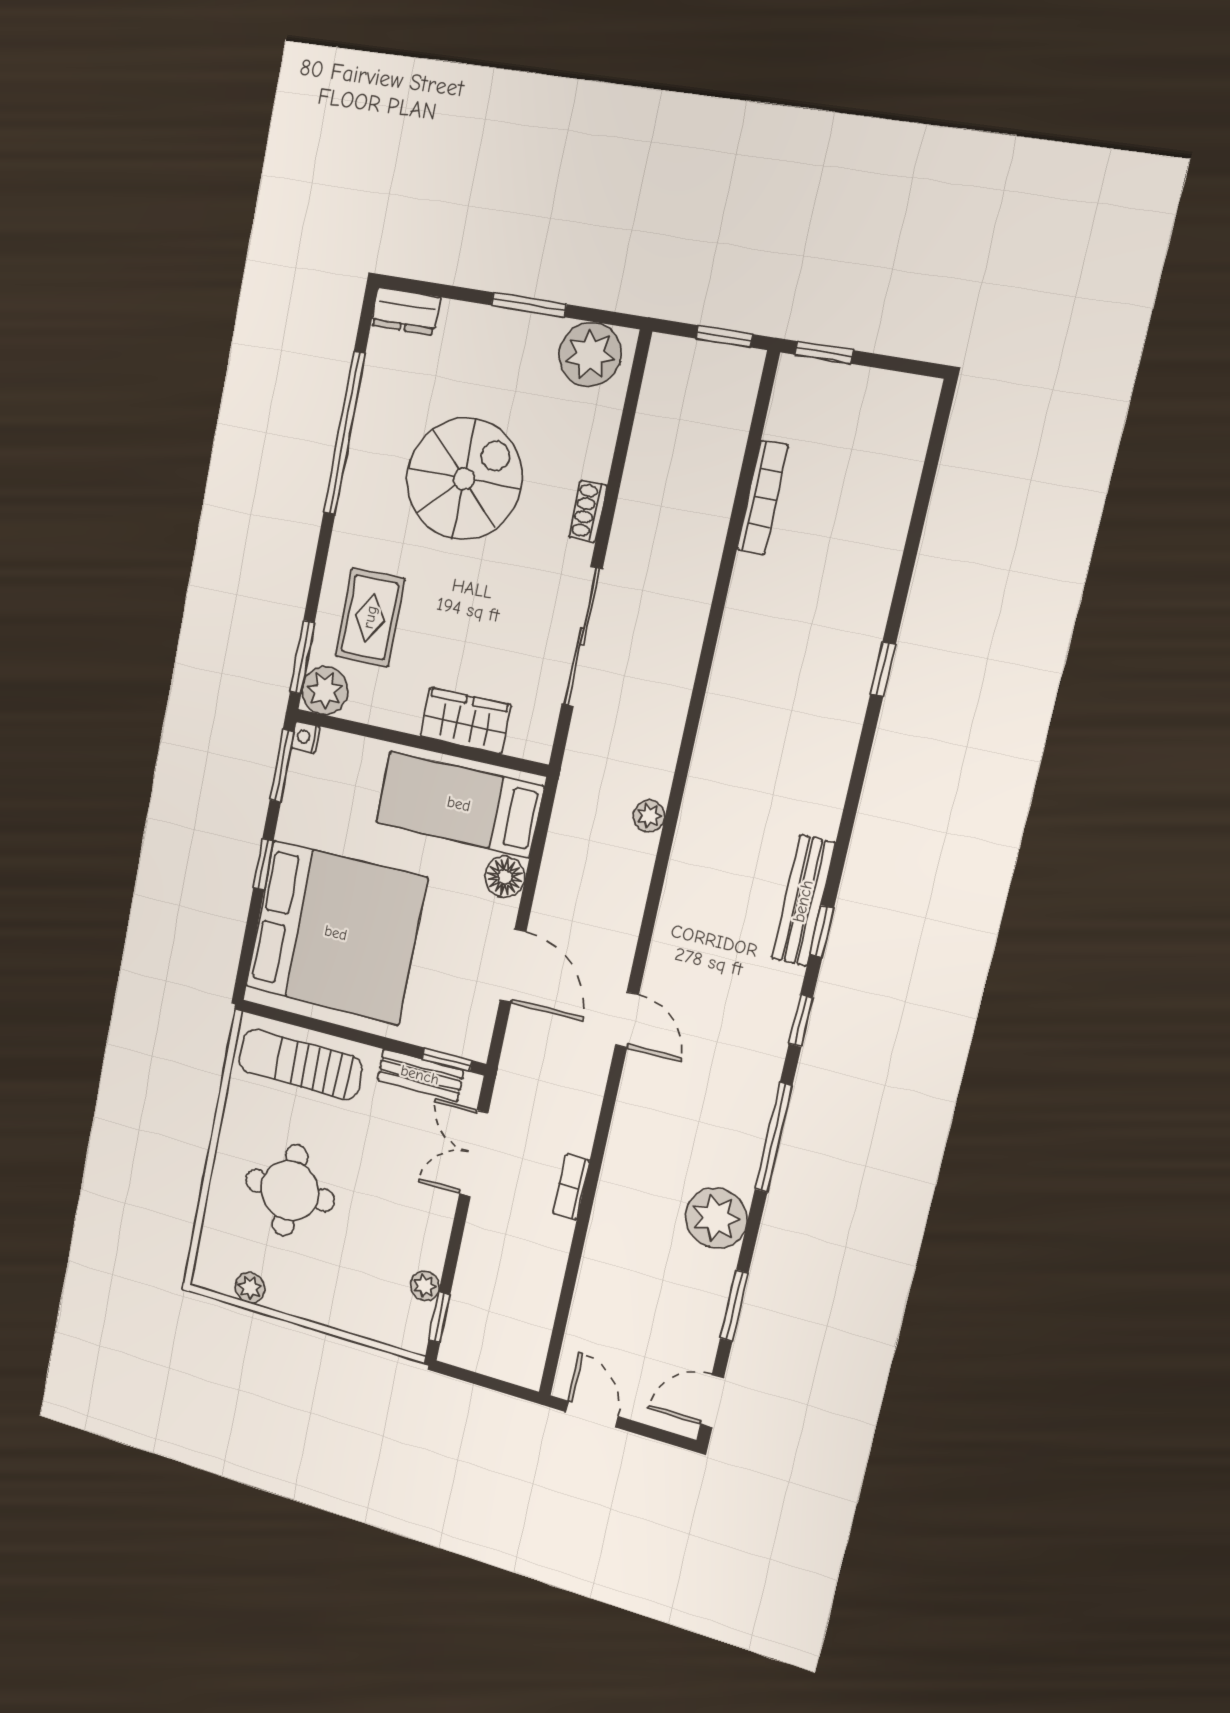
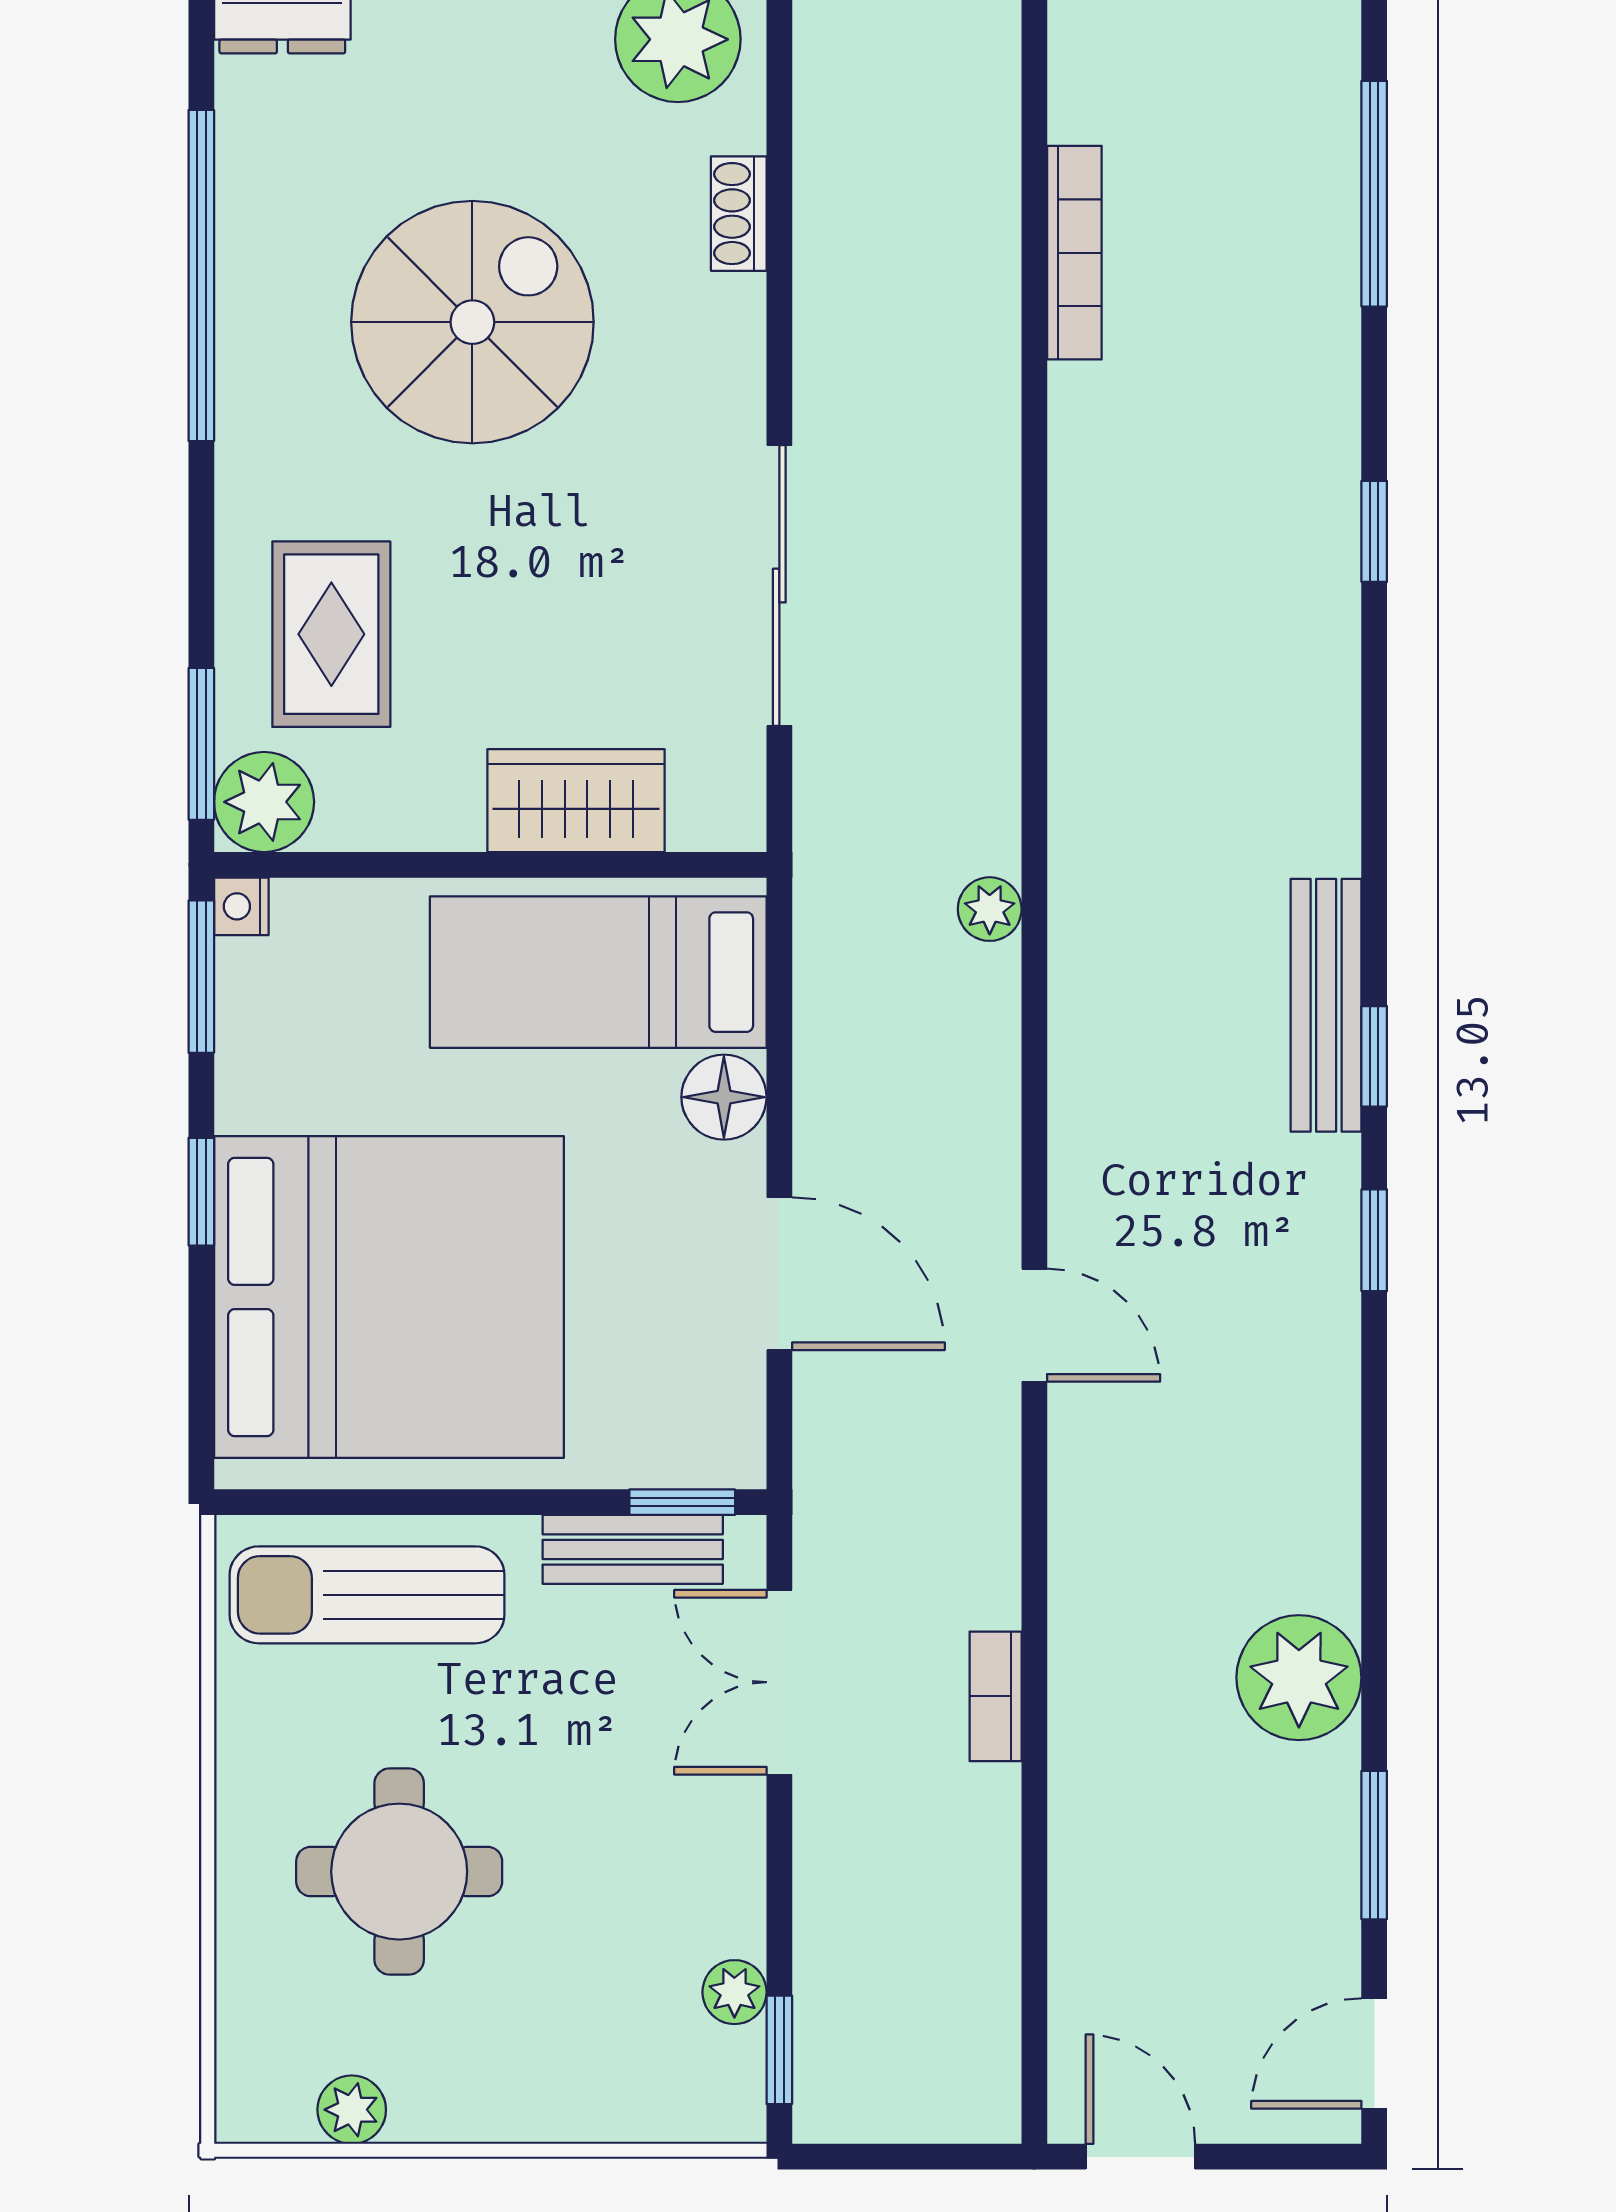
shoe rack: (588, 511) -> (739, 214), moved
window: (774, 1137) -> (1374, 194), moved

